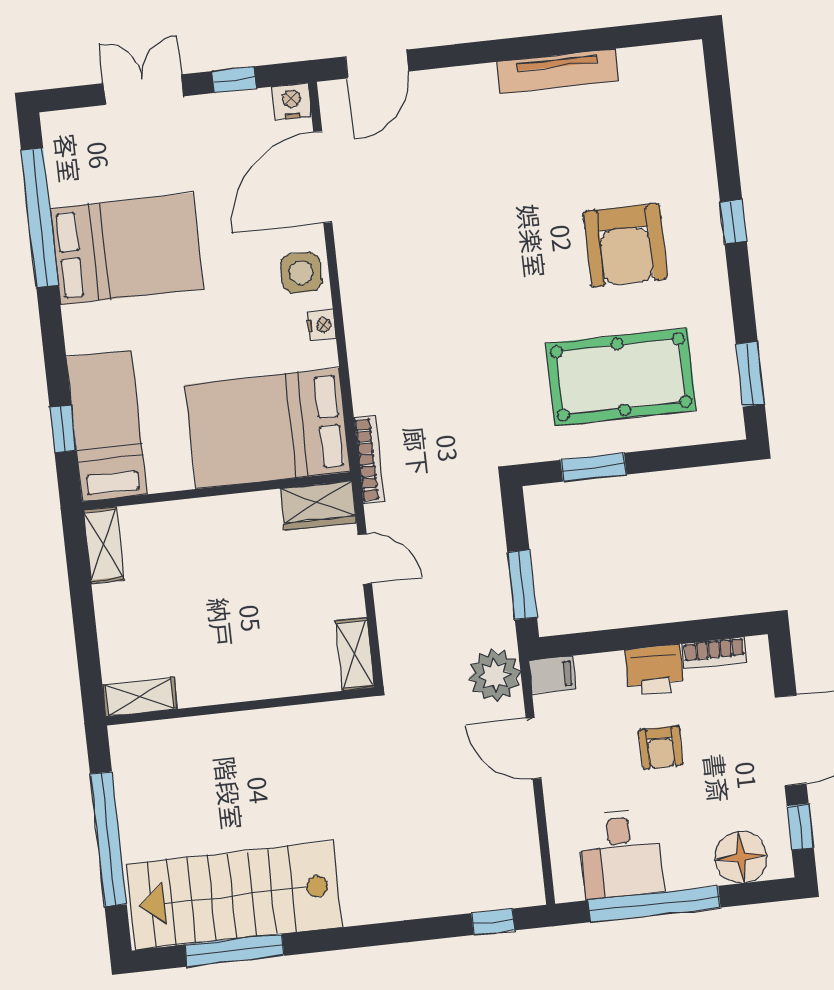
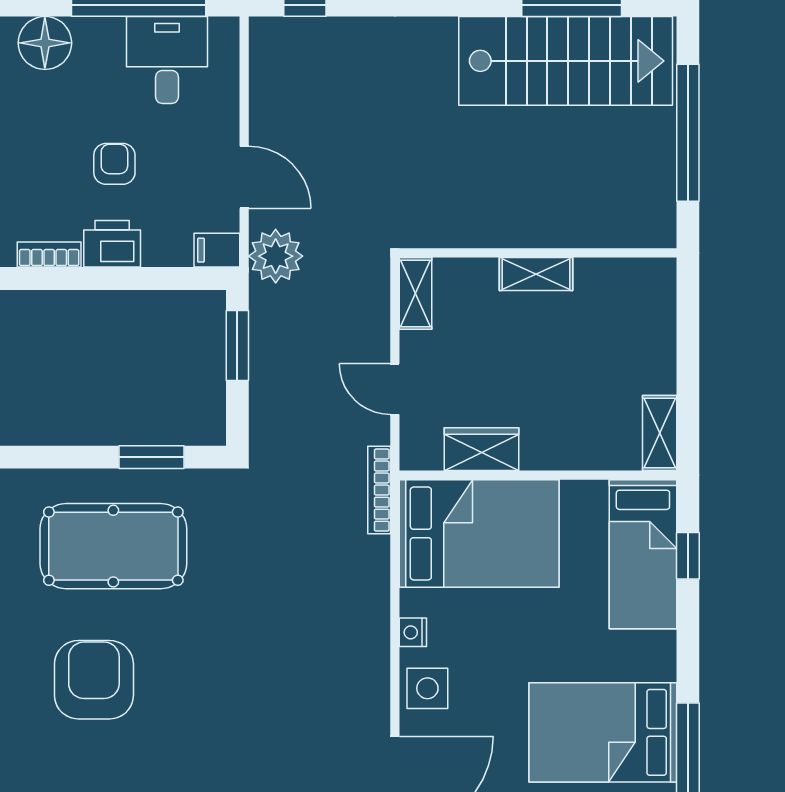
wardrobe: (318, 505) -> (481, 449), moved
shelving: (140, 697) -> (536, 274), moved

